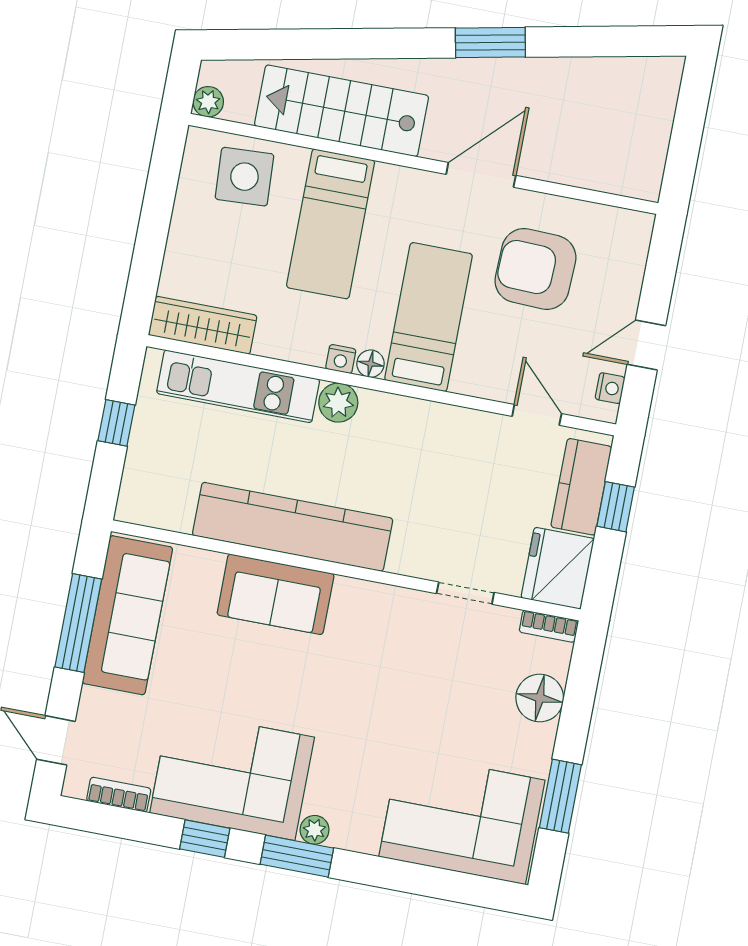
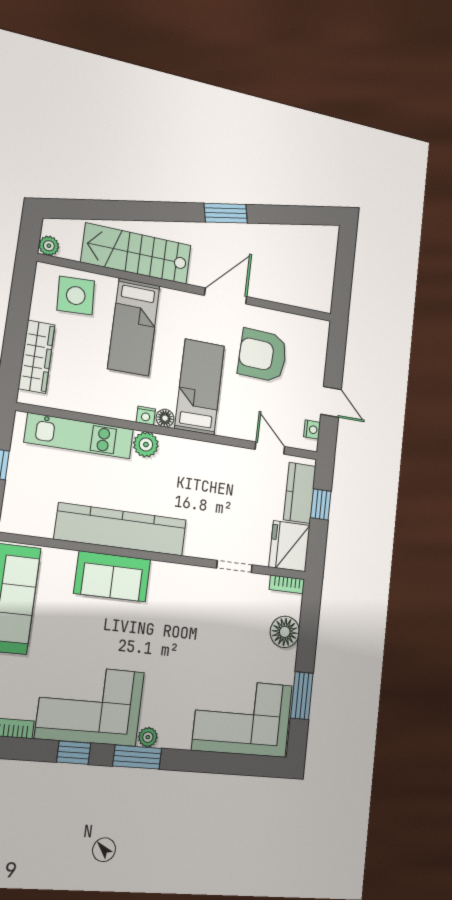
wardrobe: (203, 325) -> (37, 357), moved, turned 90
door: (646, 345) -> (331, 402), swing flipped

